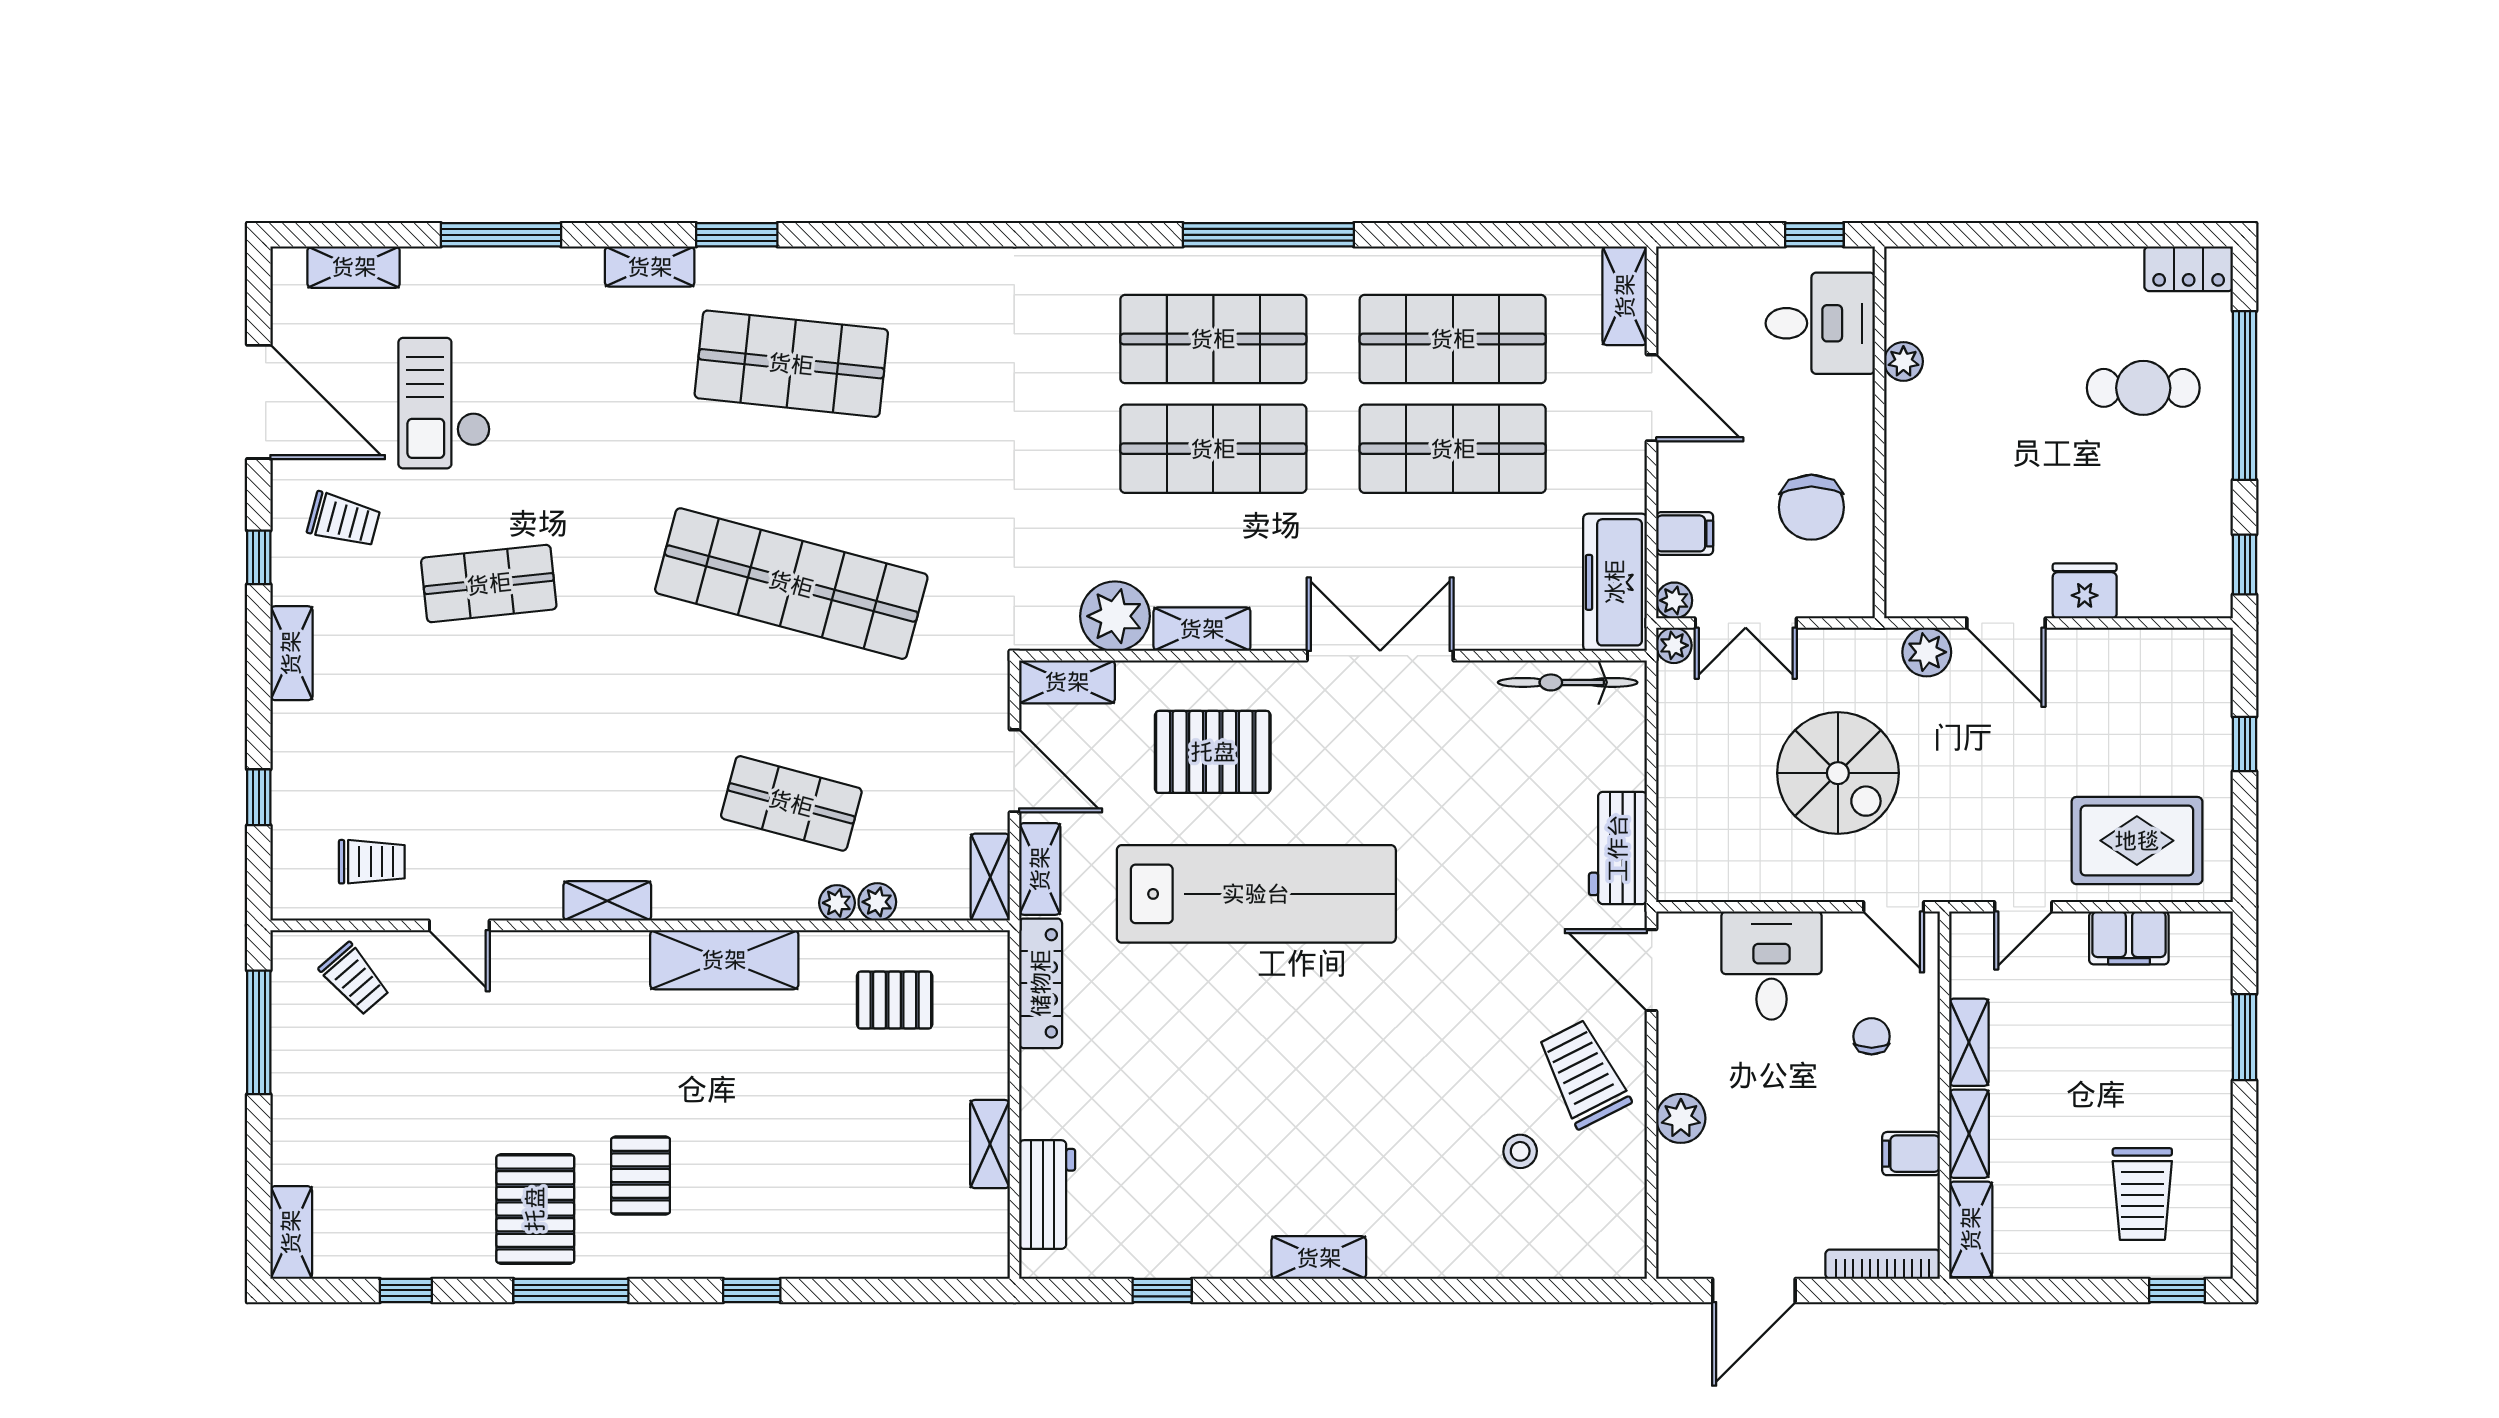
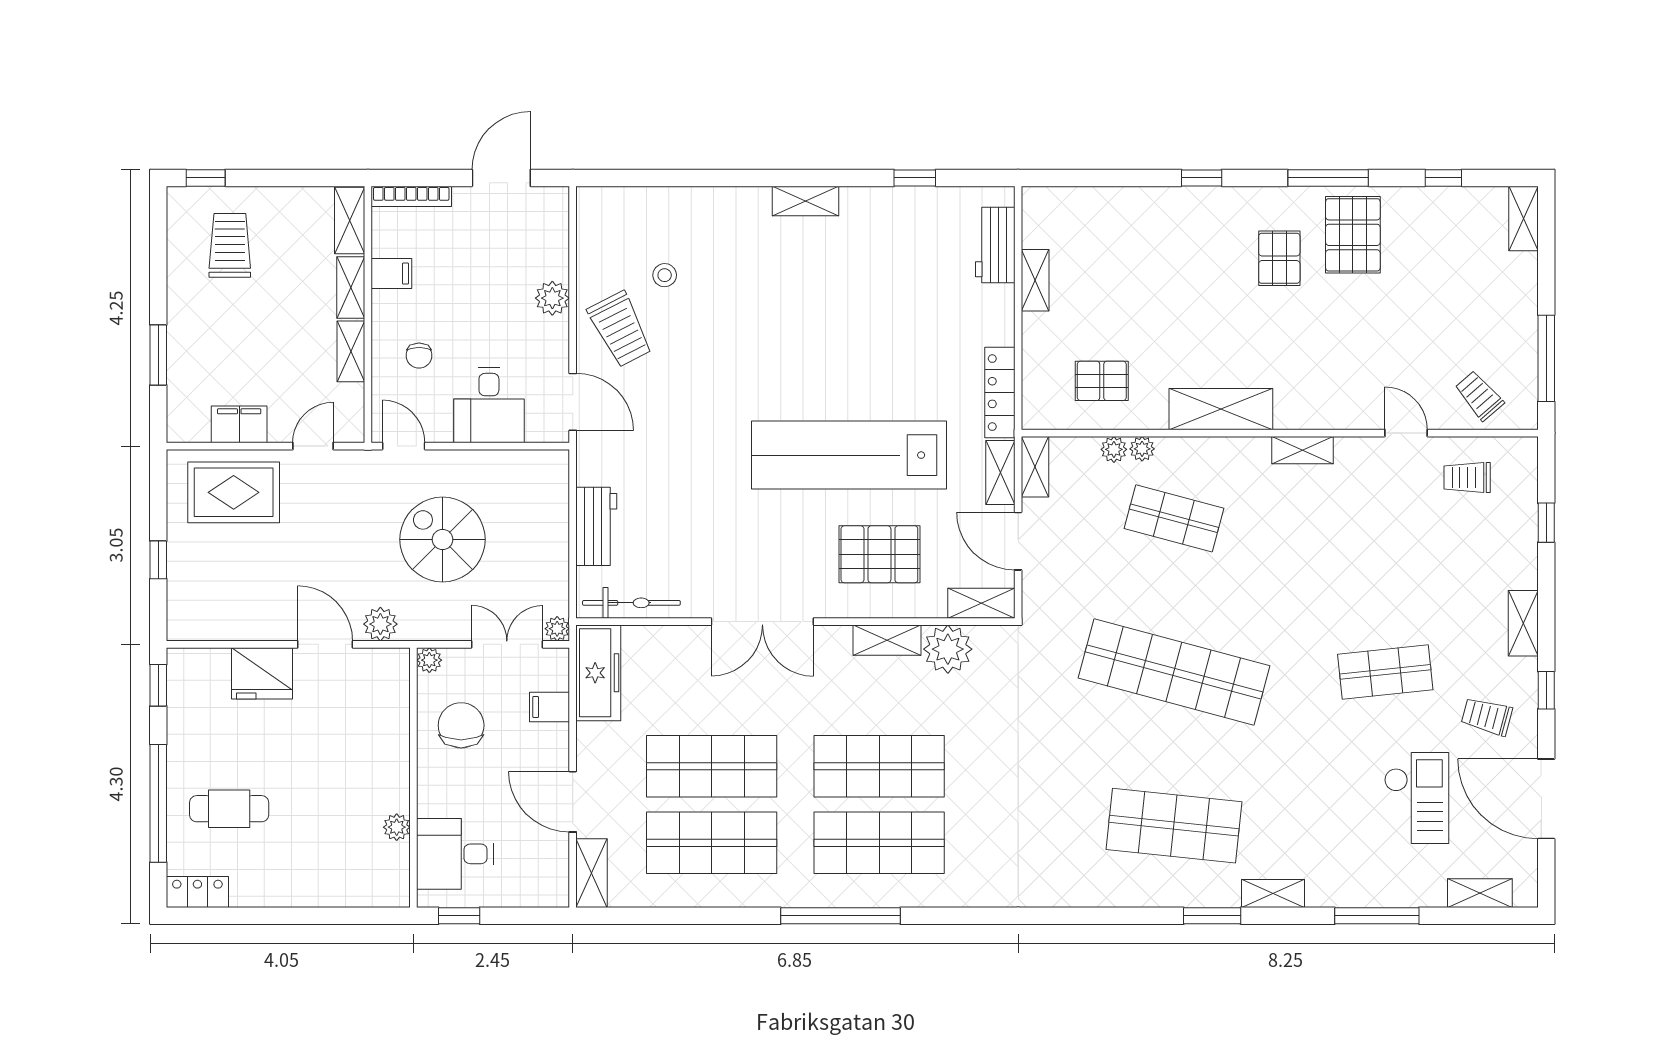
fridge: (2085, 591) -> (262, 673), width x1.36, depth x1.34
plant: (1674, 600) -> (429, 660), moved
workbench: (1618, 848) -> (596, 526), moved

